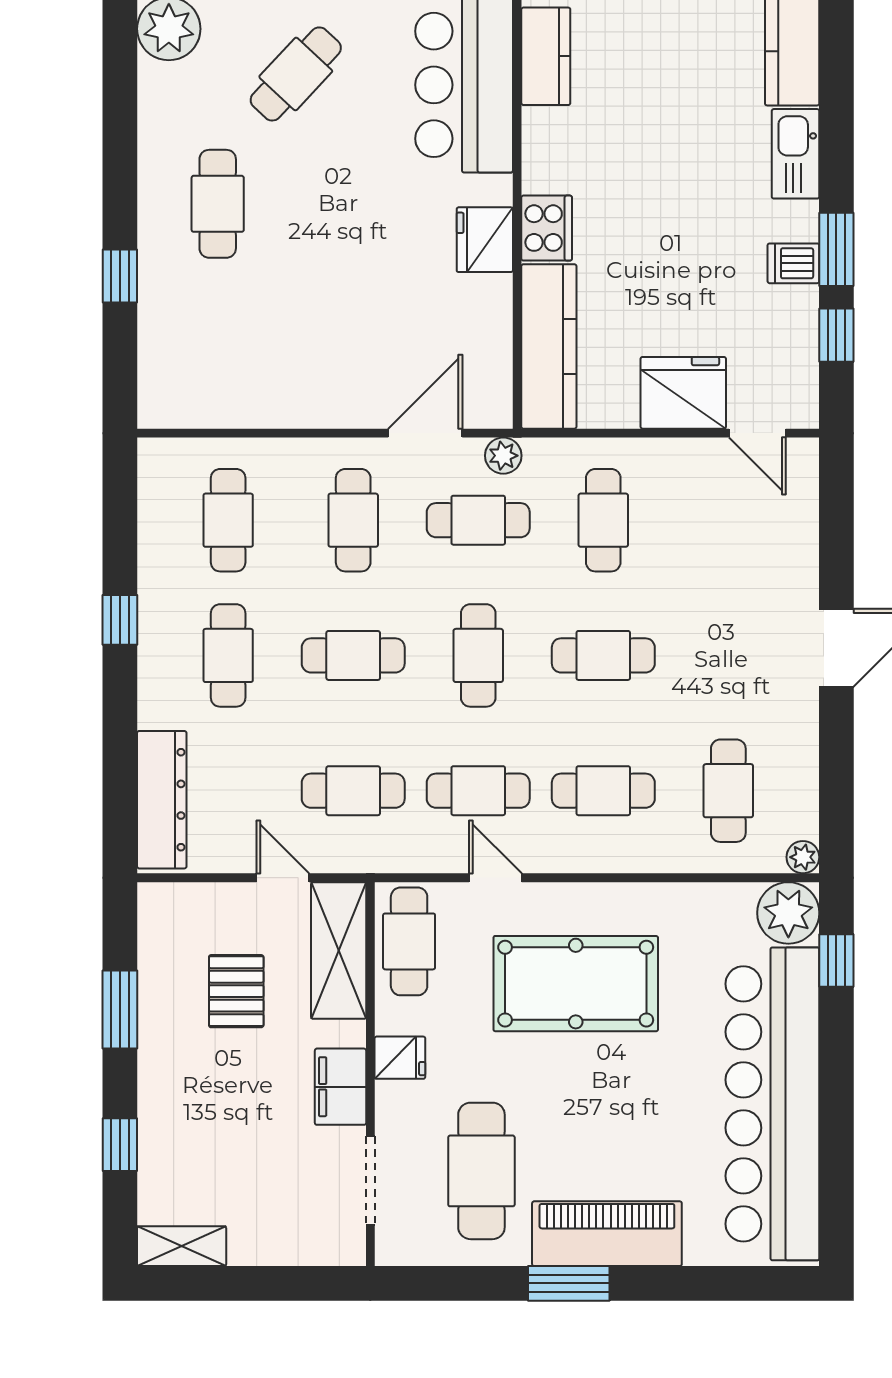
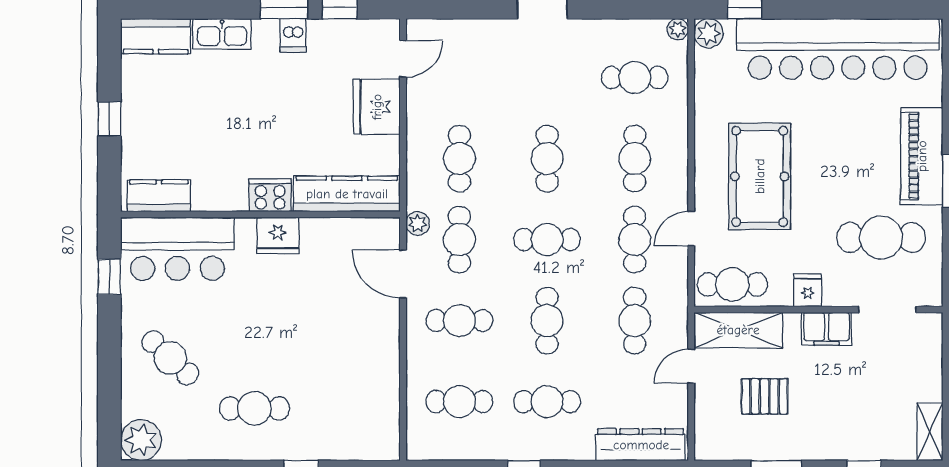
cafe table: (603, 520) -> (459, 159), turned 90
plant: (788, 913) -> (709, 33), width x0.73, depth x0.73

